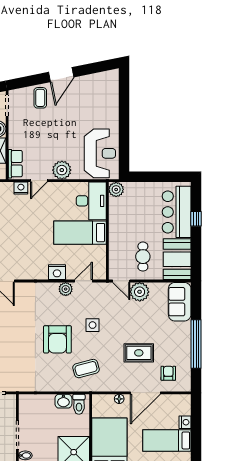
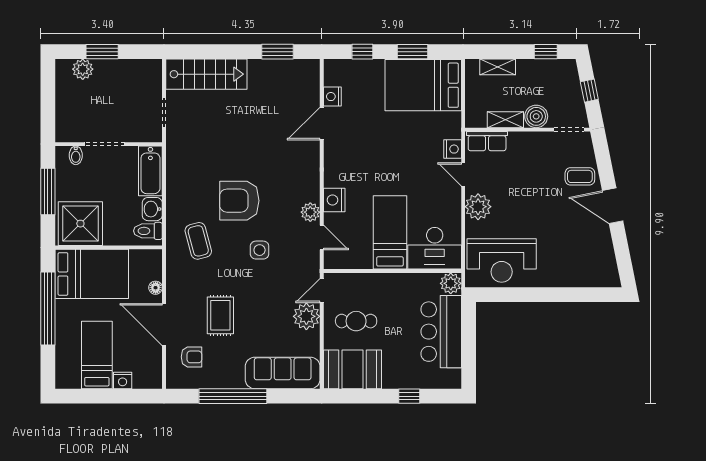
bar counter: (177, 212) -> (441, 332), moved, turned -90
sofa: (180, 302) -> (283, 373), width x1.36
bathtub: (36, 402) -> (150, 171), added

